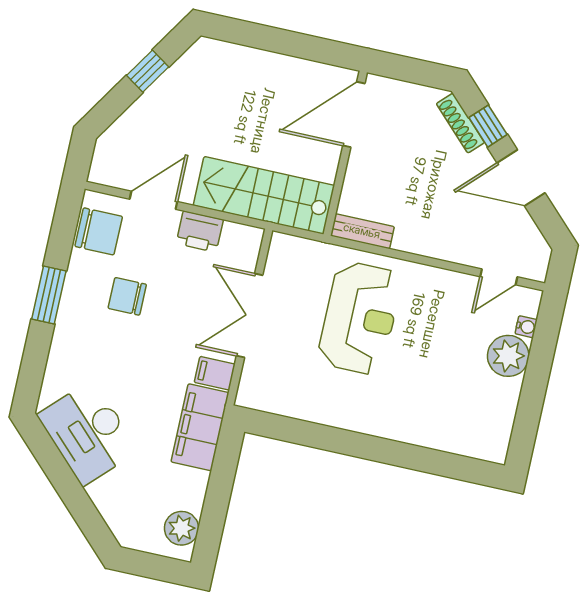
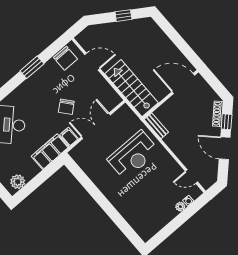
printer: (200, 232) -> (100, 84), removed
chair: (127, 296) -> (66, 107), moved, turned -130
plant: (508, 356) -> (180, 207), width x0.53, depth x0.53

